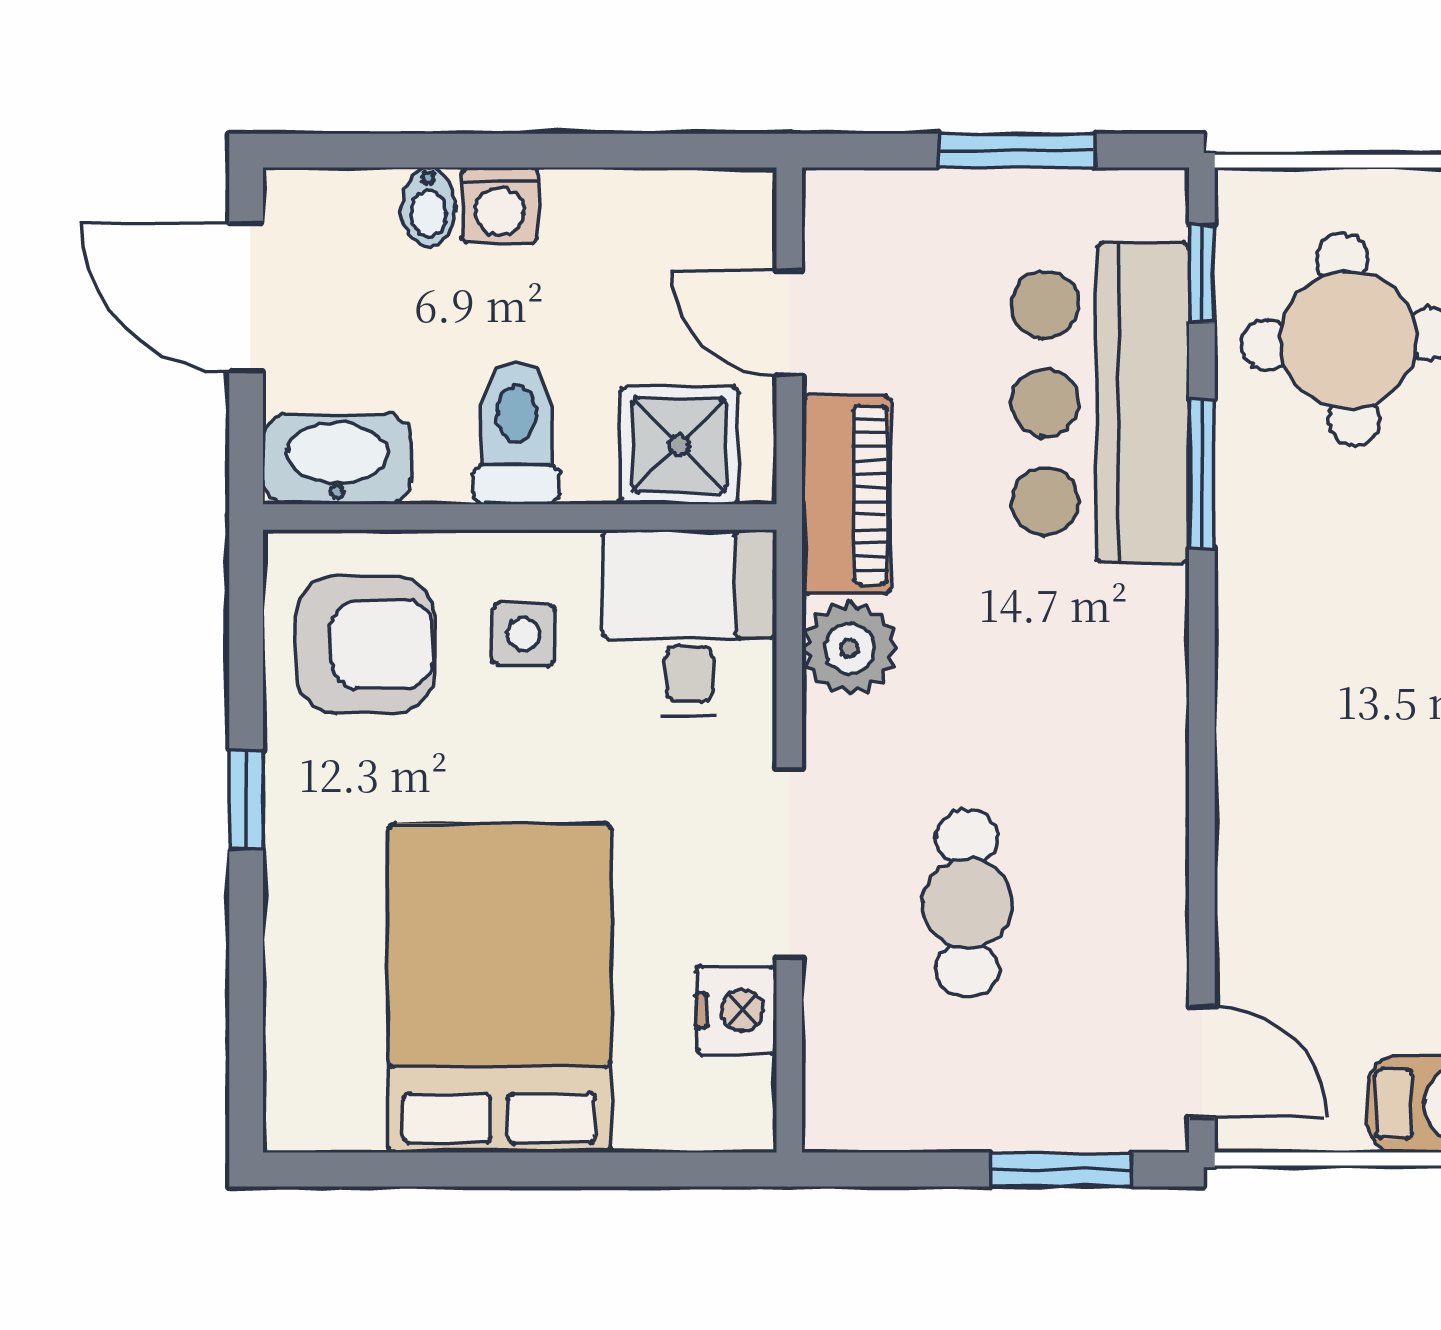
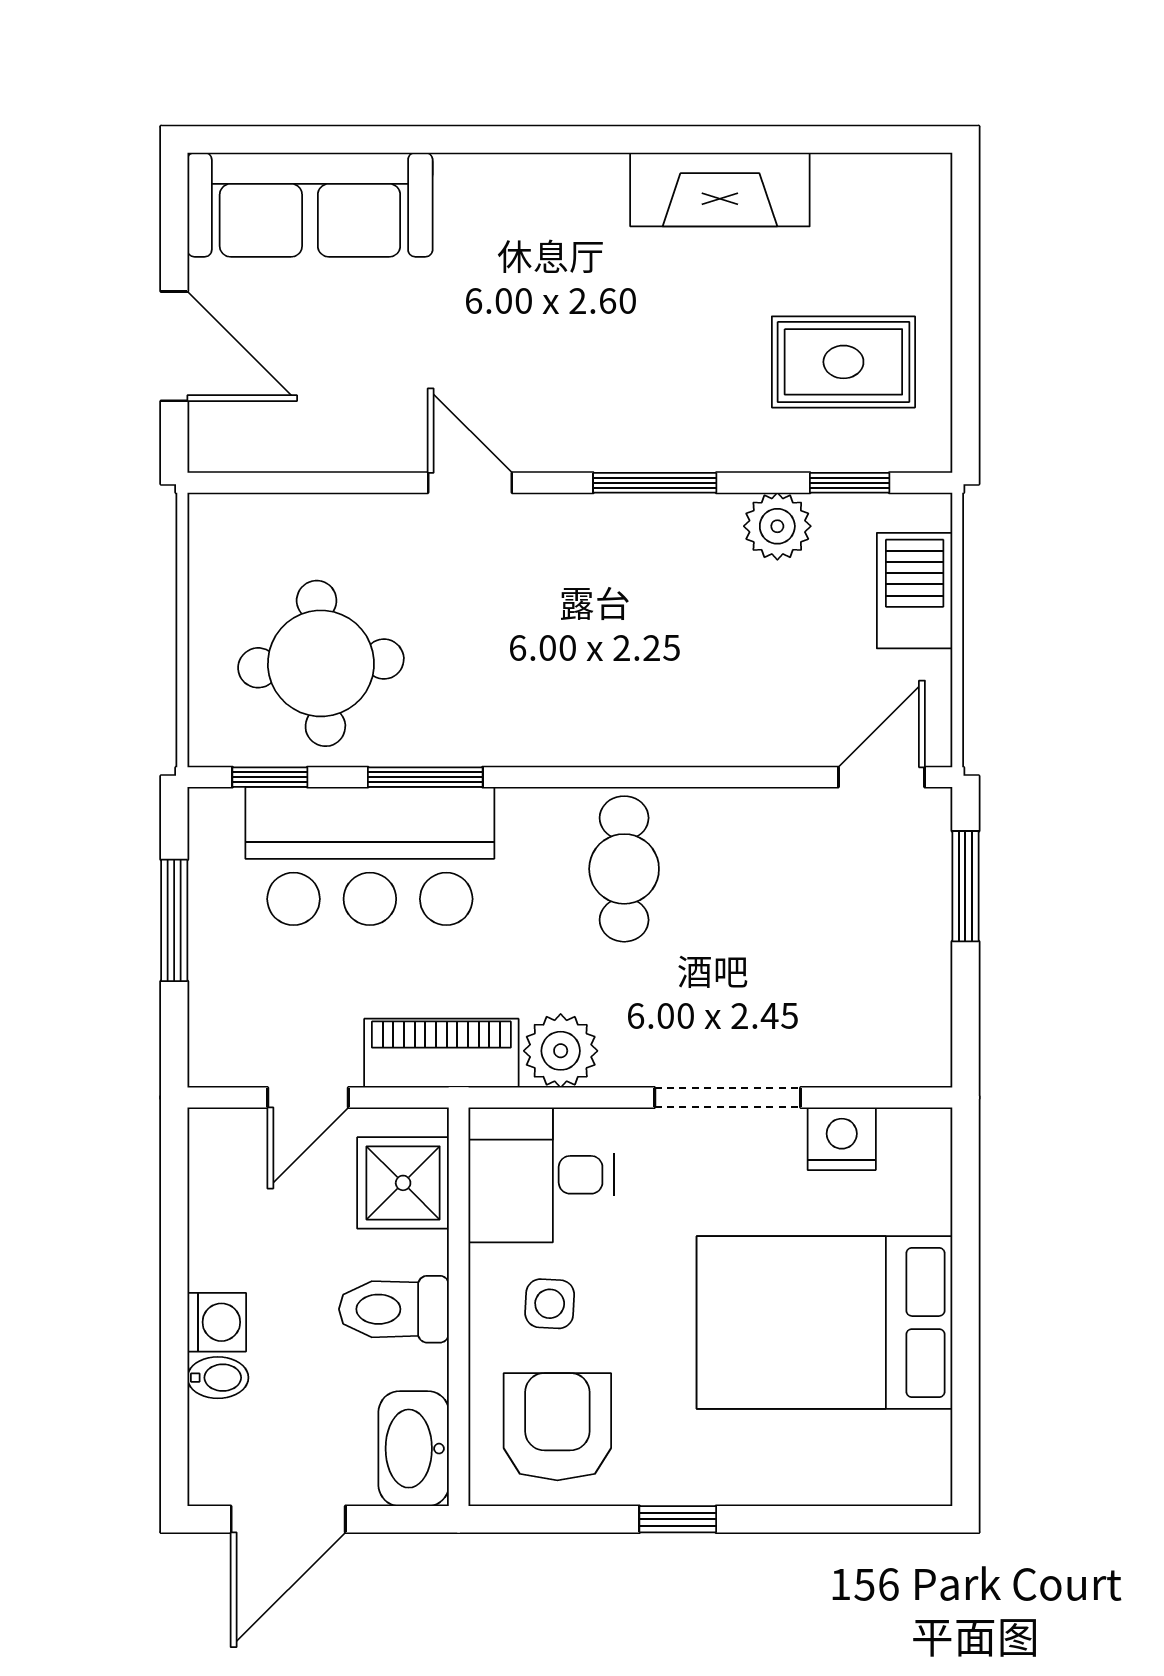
cafe table: (967, 904) -> (624, 869), moved, turned 90

